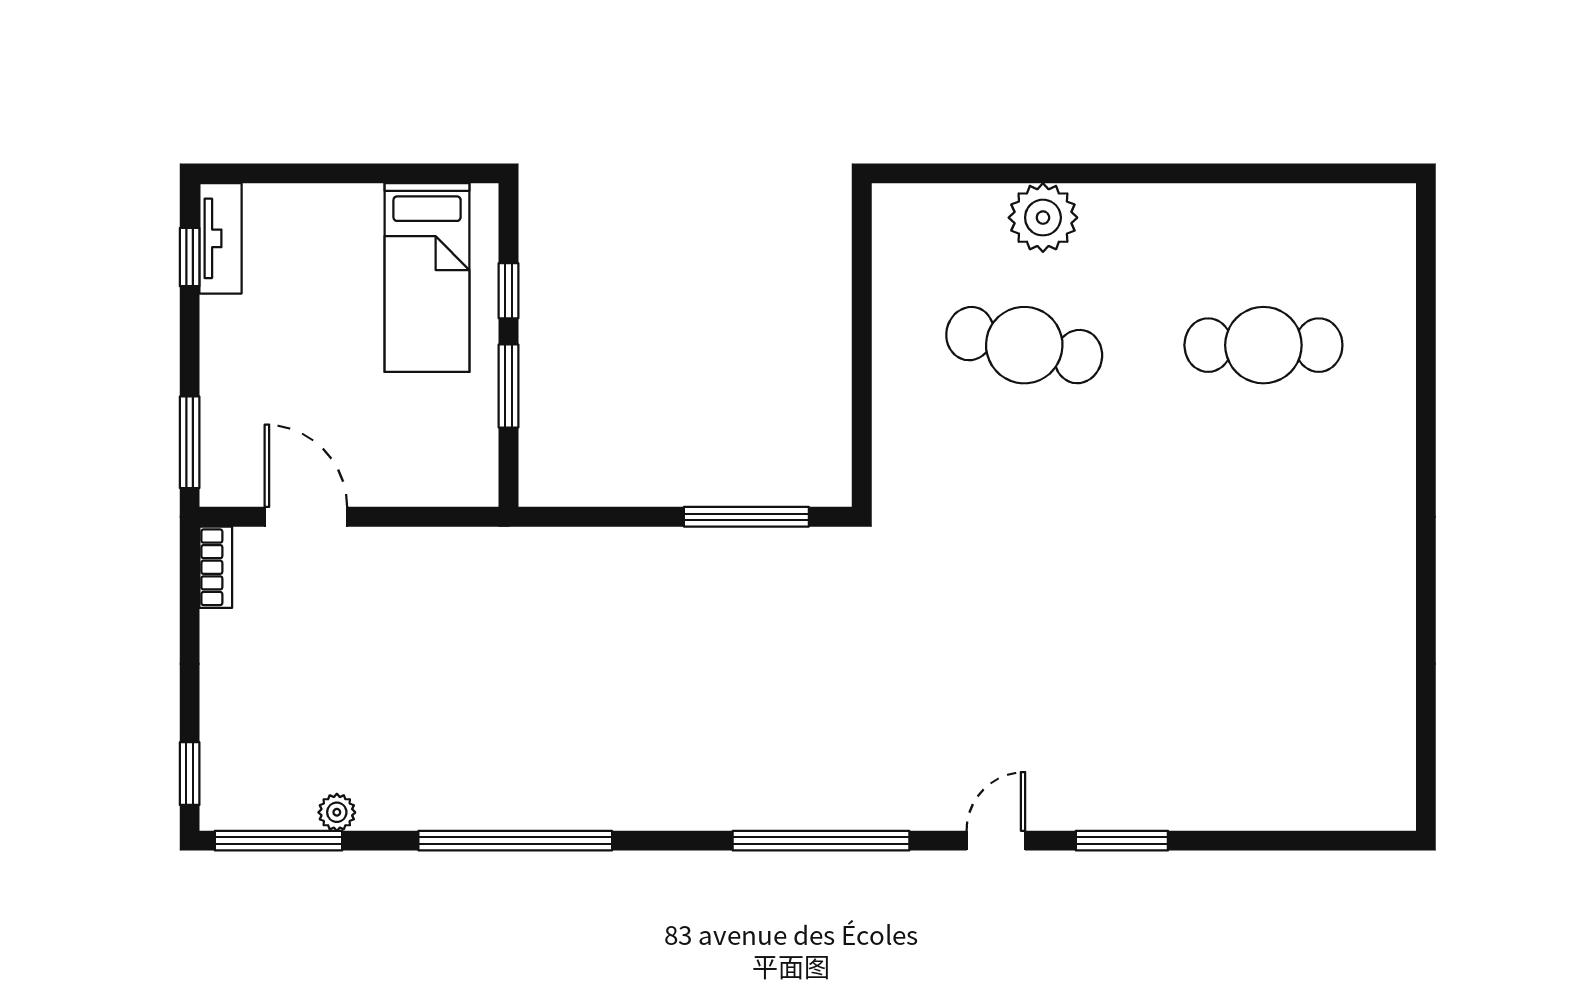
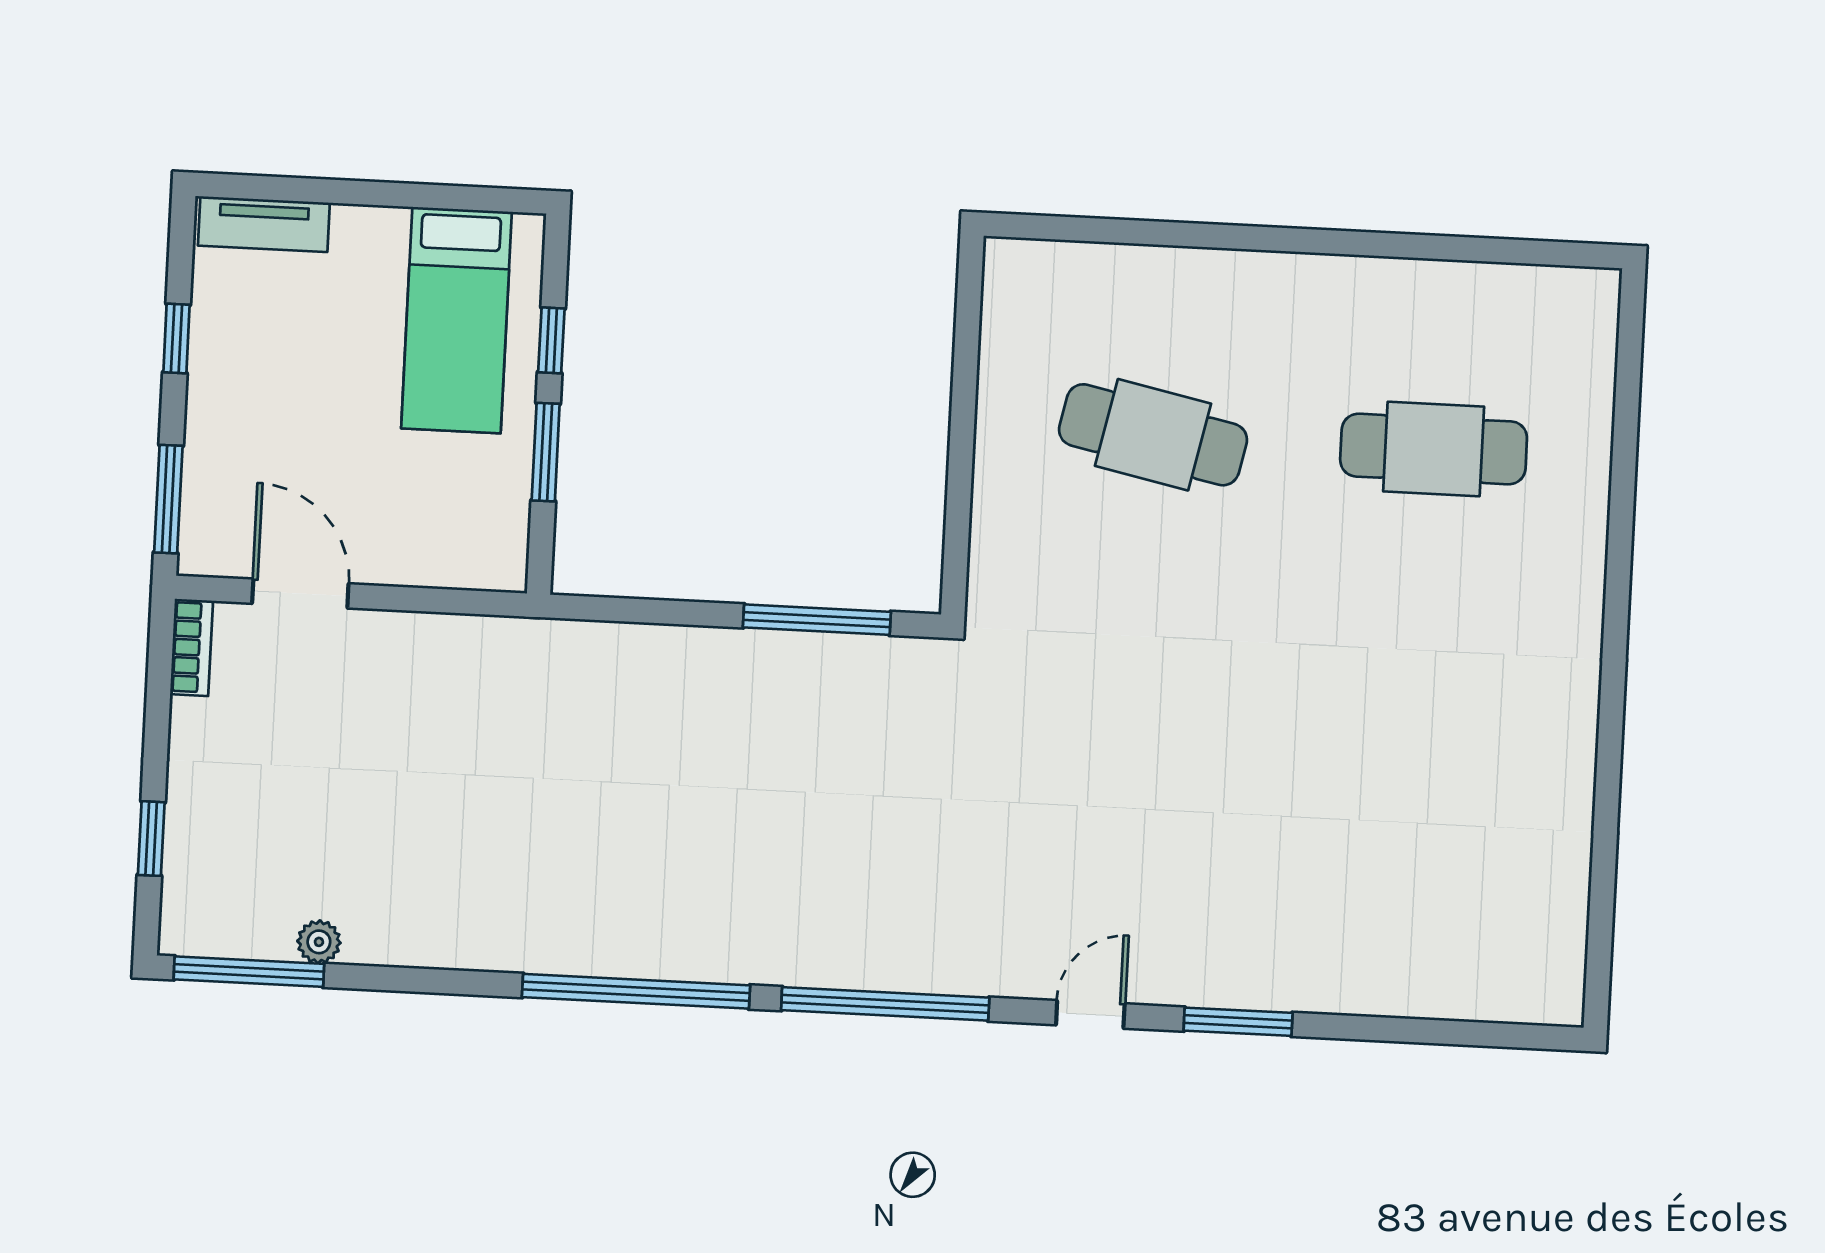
plant: (1043, 218) -> (1183, 286), removed
tv unit: (221, 238) -> (264, 224), moved, turned 90
window: (190, 257) -> (176, 338), moved
window: (190, 774) -> (151, 839), moved
window: (515, 841) -> (636, 991), moved

